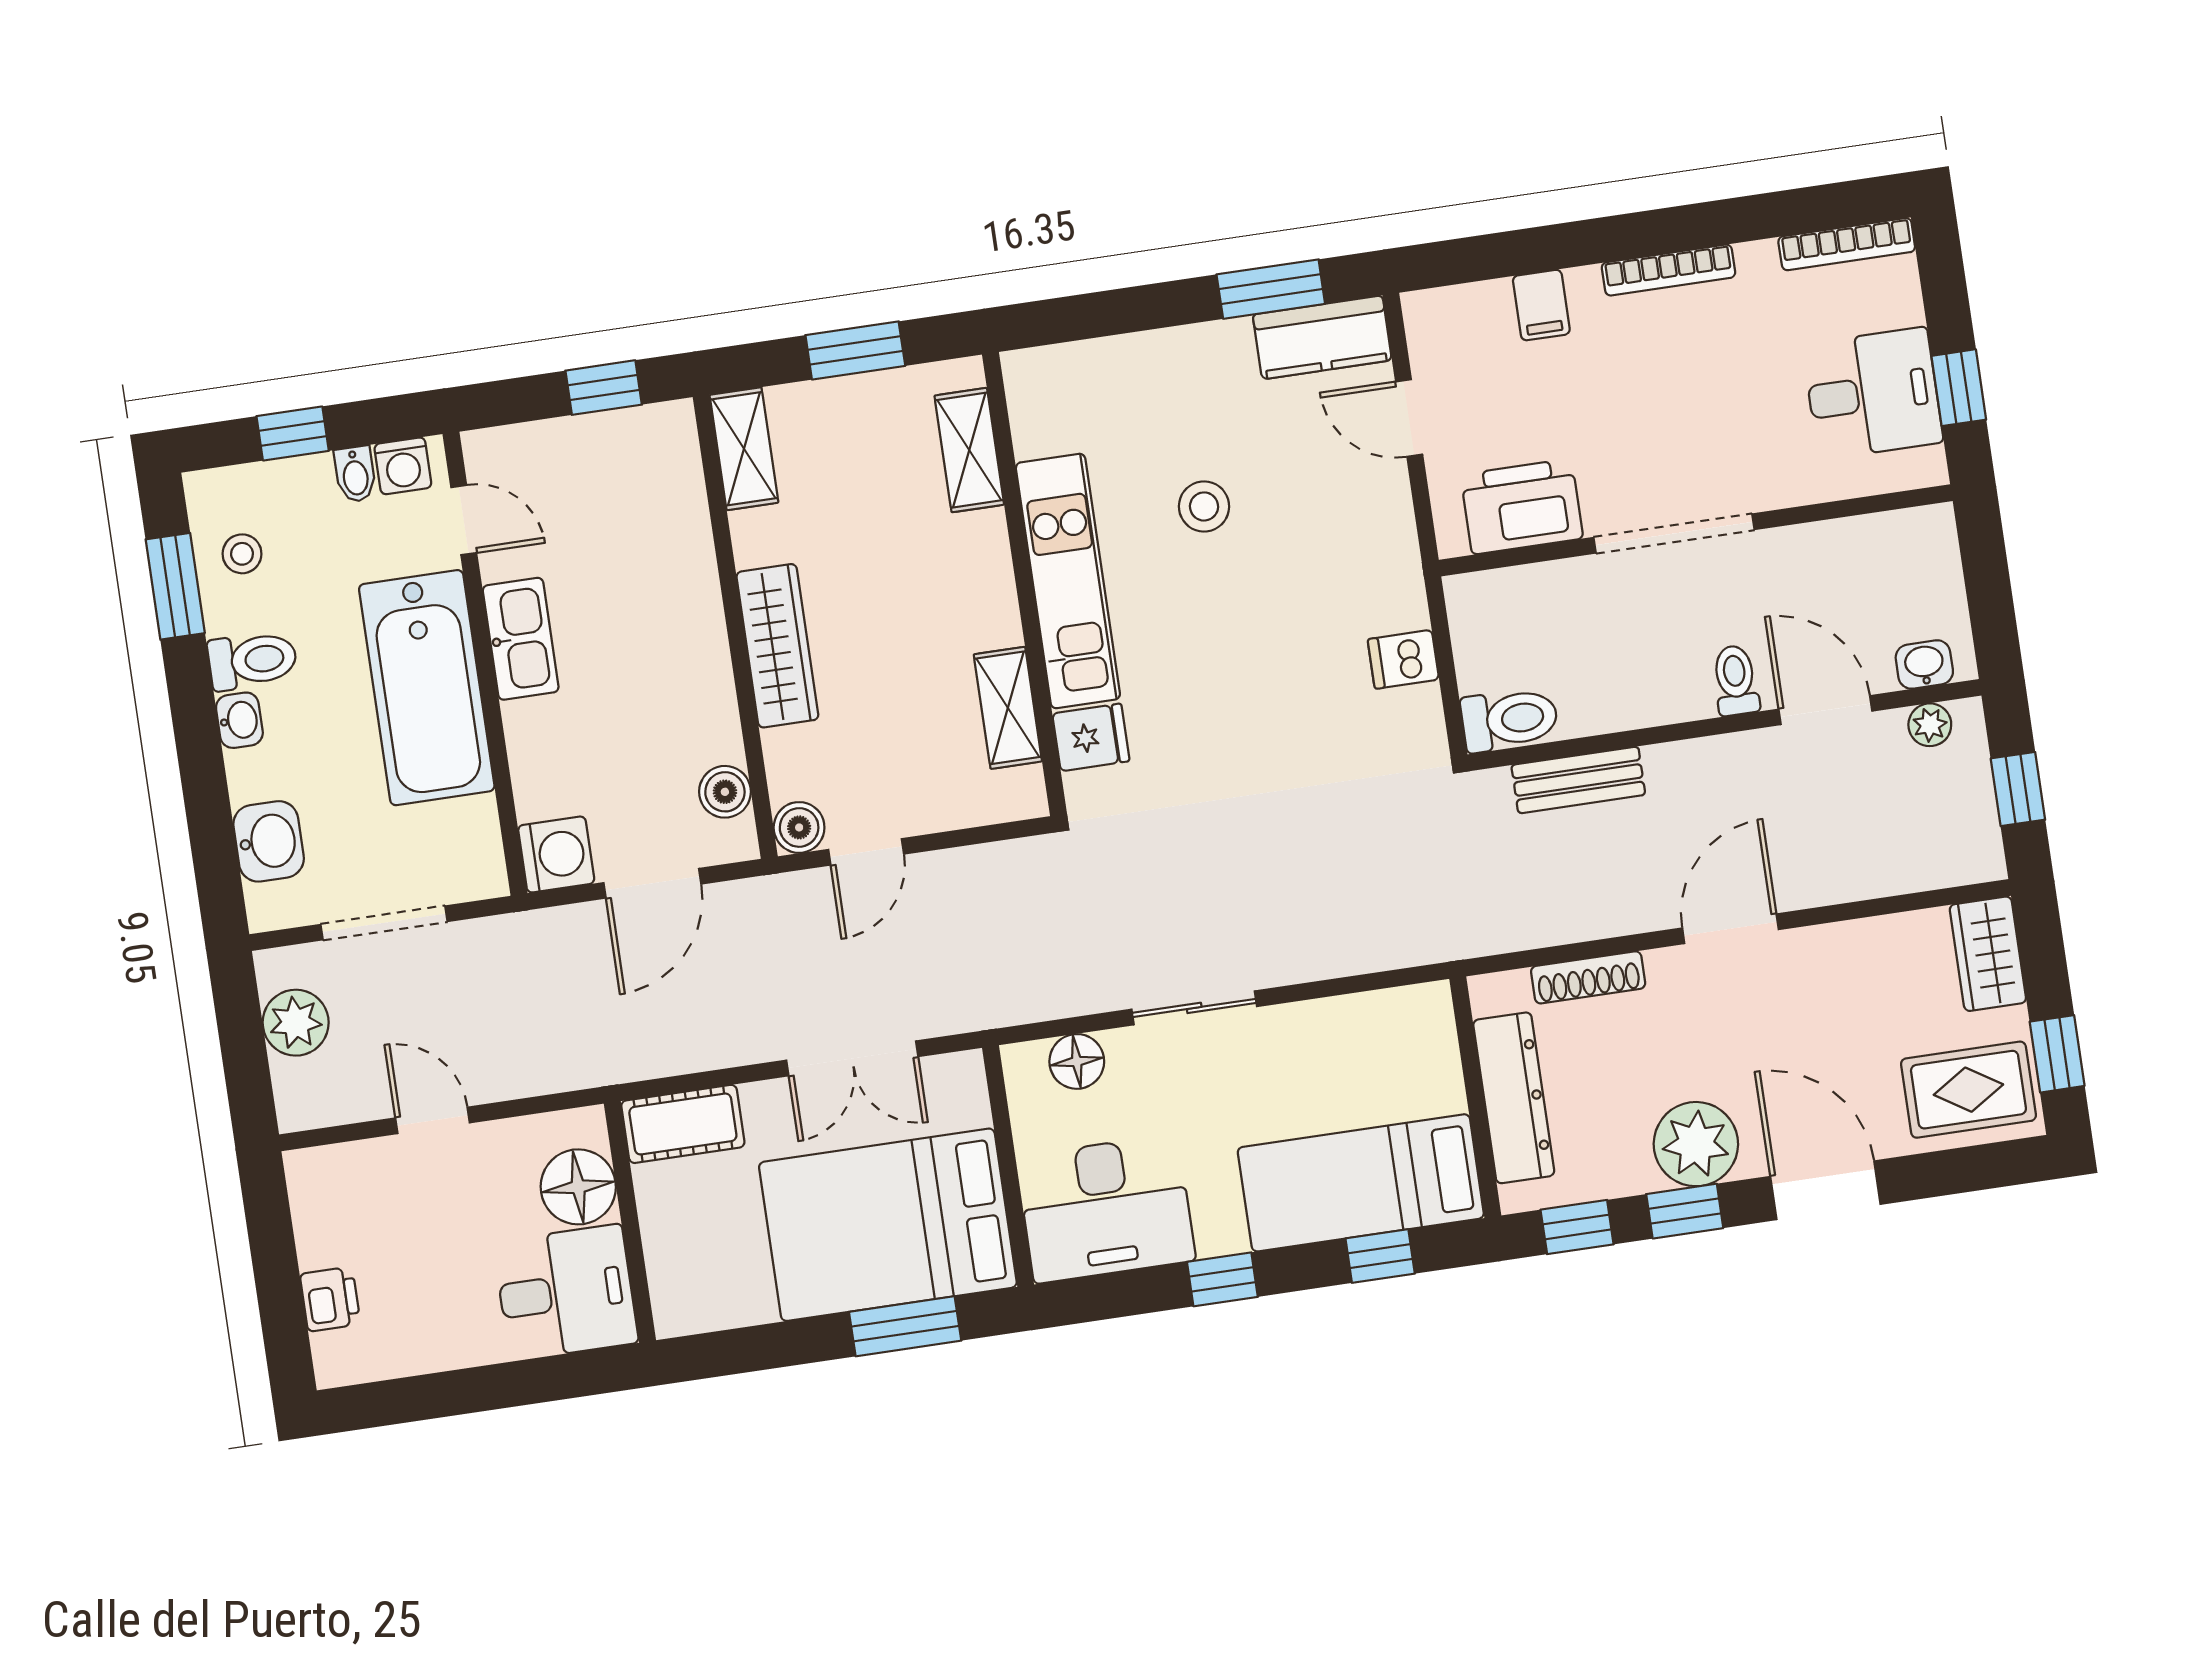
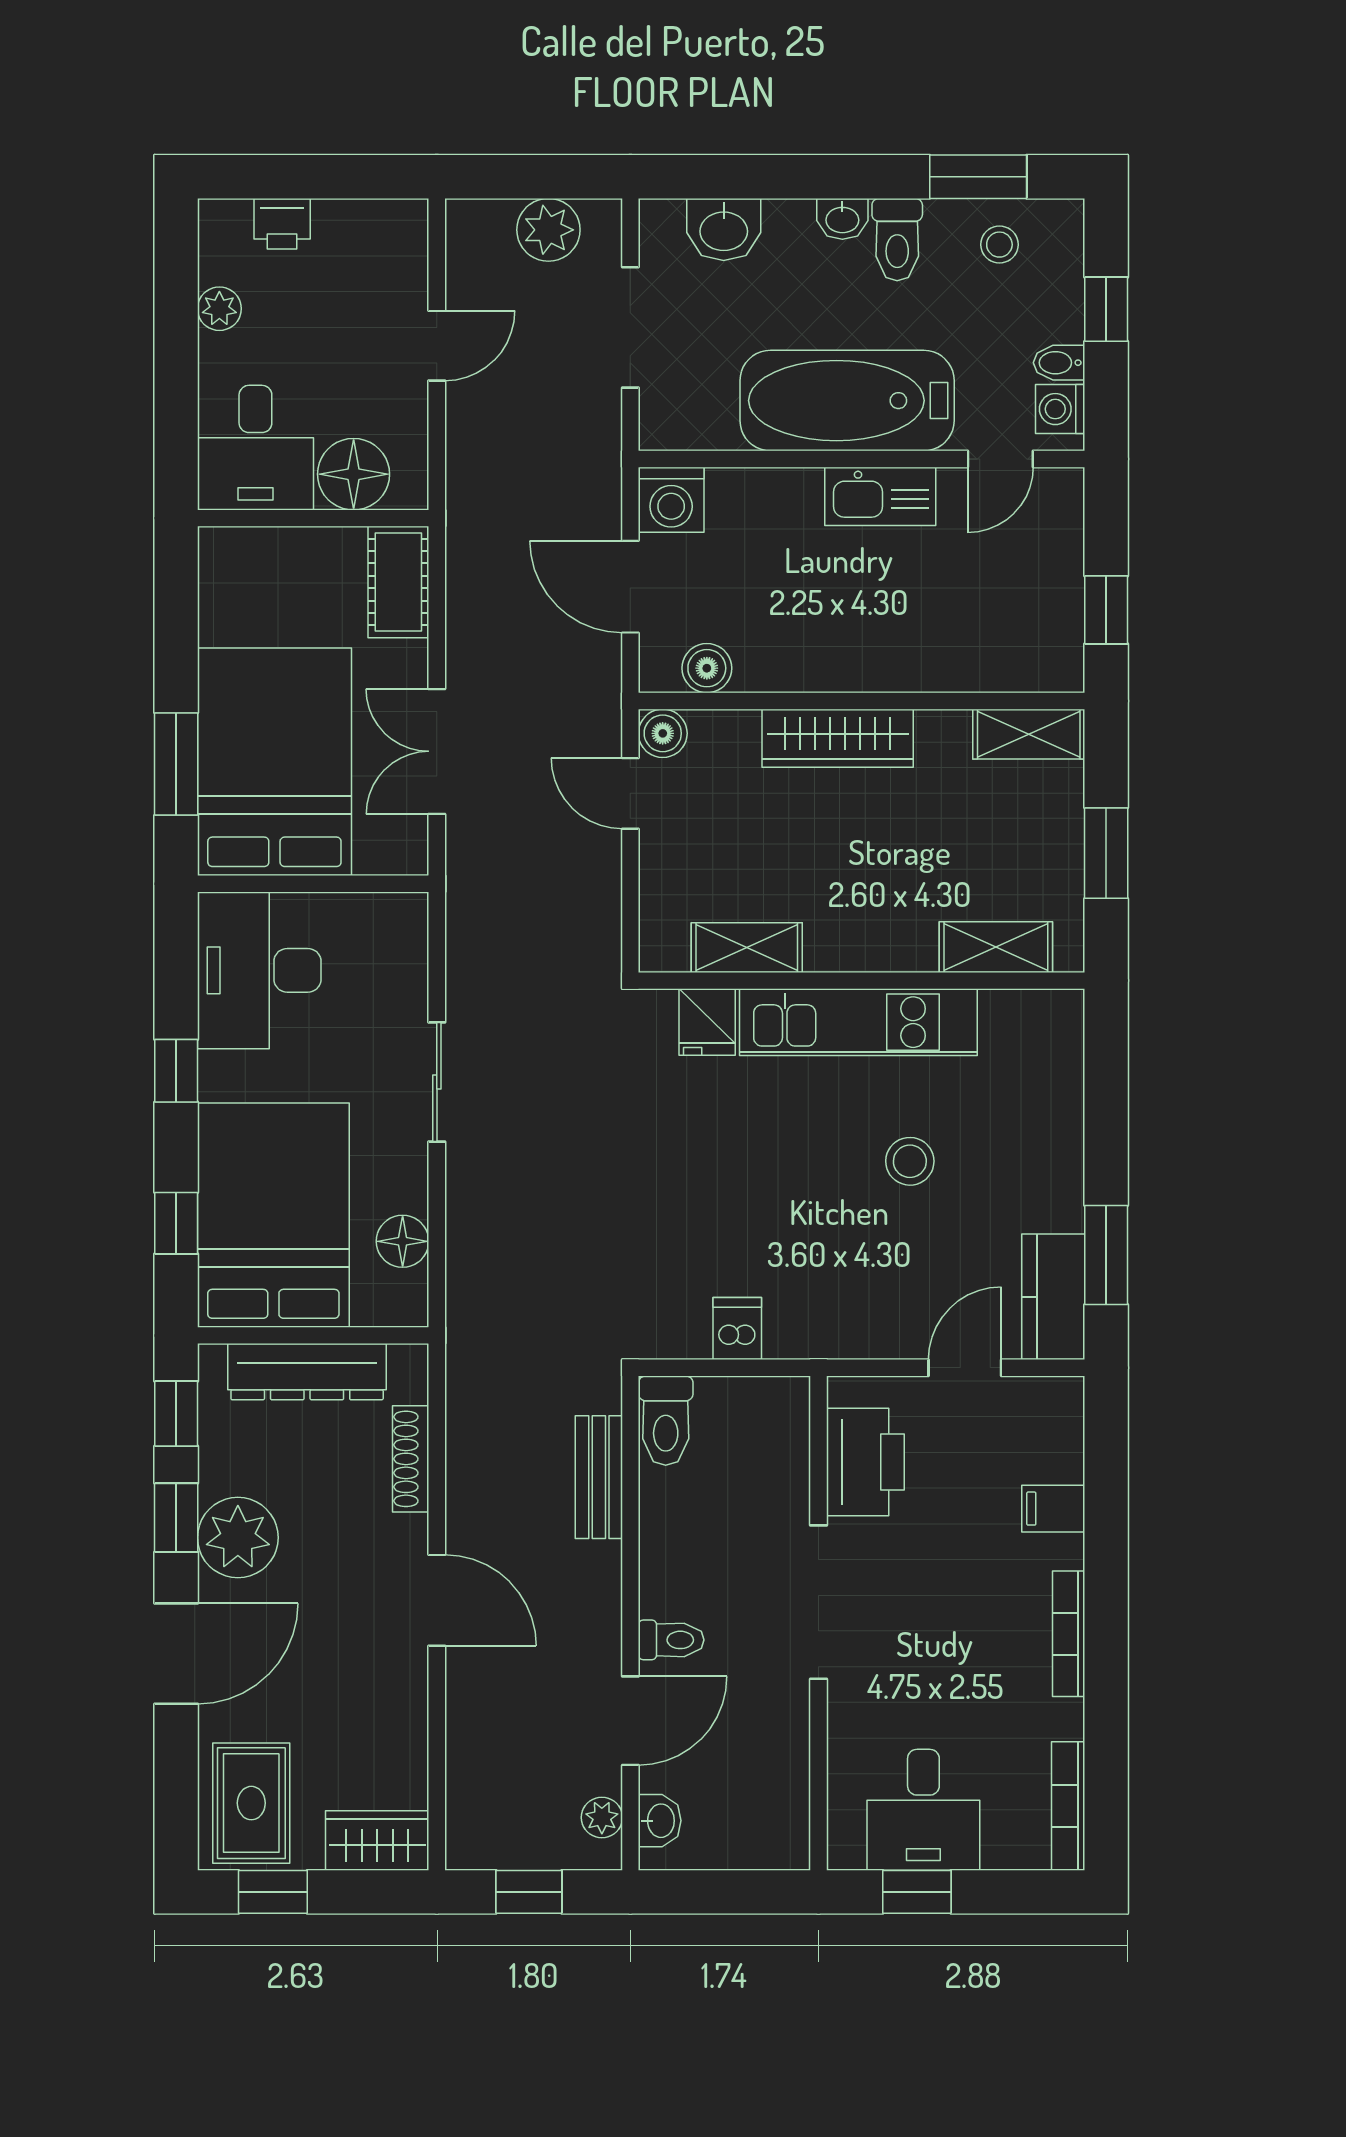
floor lamp: (1077, 1061) -> (403, 1241), moved
bed: (1361, 1183) -> (273, 1215), width x1.50
plant: (428, 1351) -> (219, 309), added

